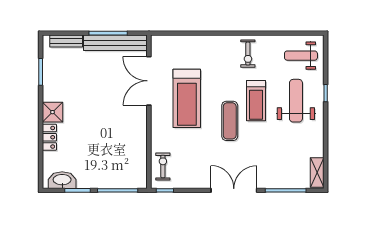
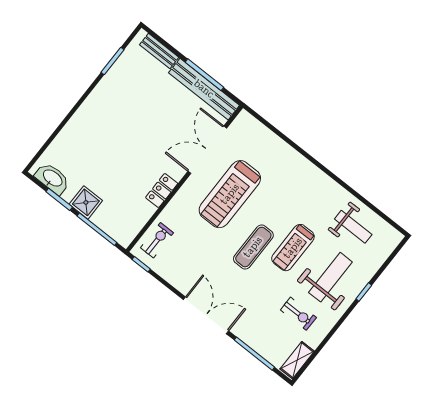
exercise bike: (248, 54) -> (298, 314), moved, turned -90
weight bench: (301, 56) -> (353, 227), moved, turned 180
shower: (52, 112) -> (86, 202), moved
locker: (49, 137) -> (162, 190), moved, turned 180

